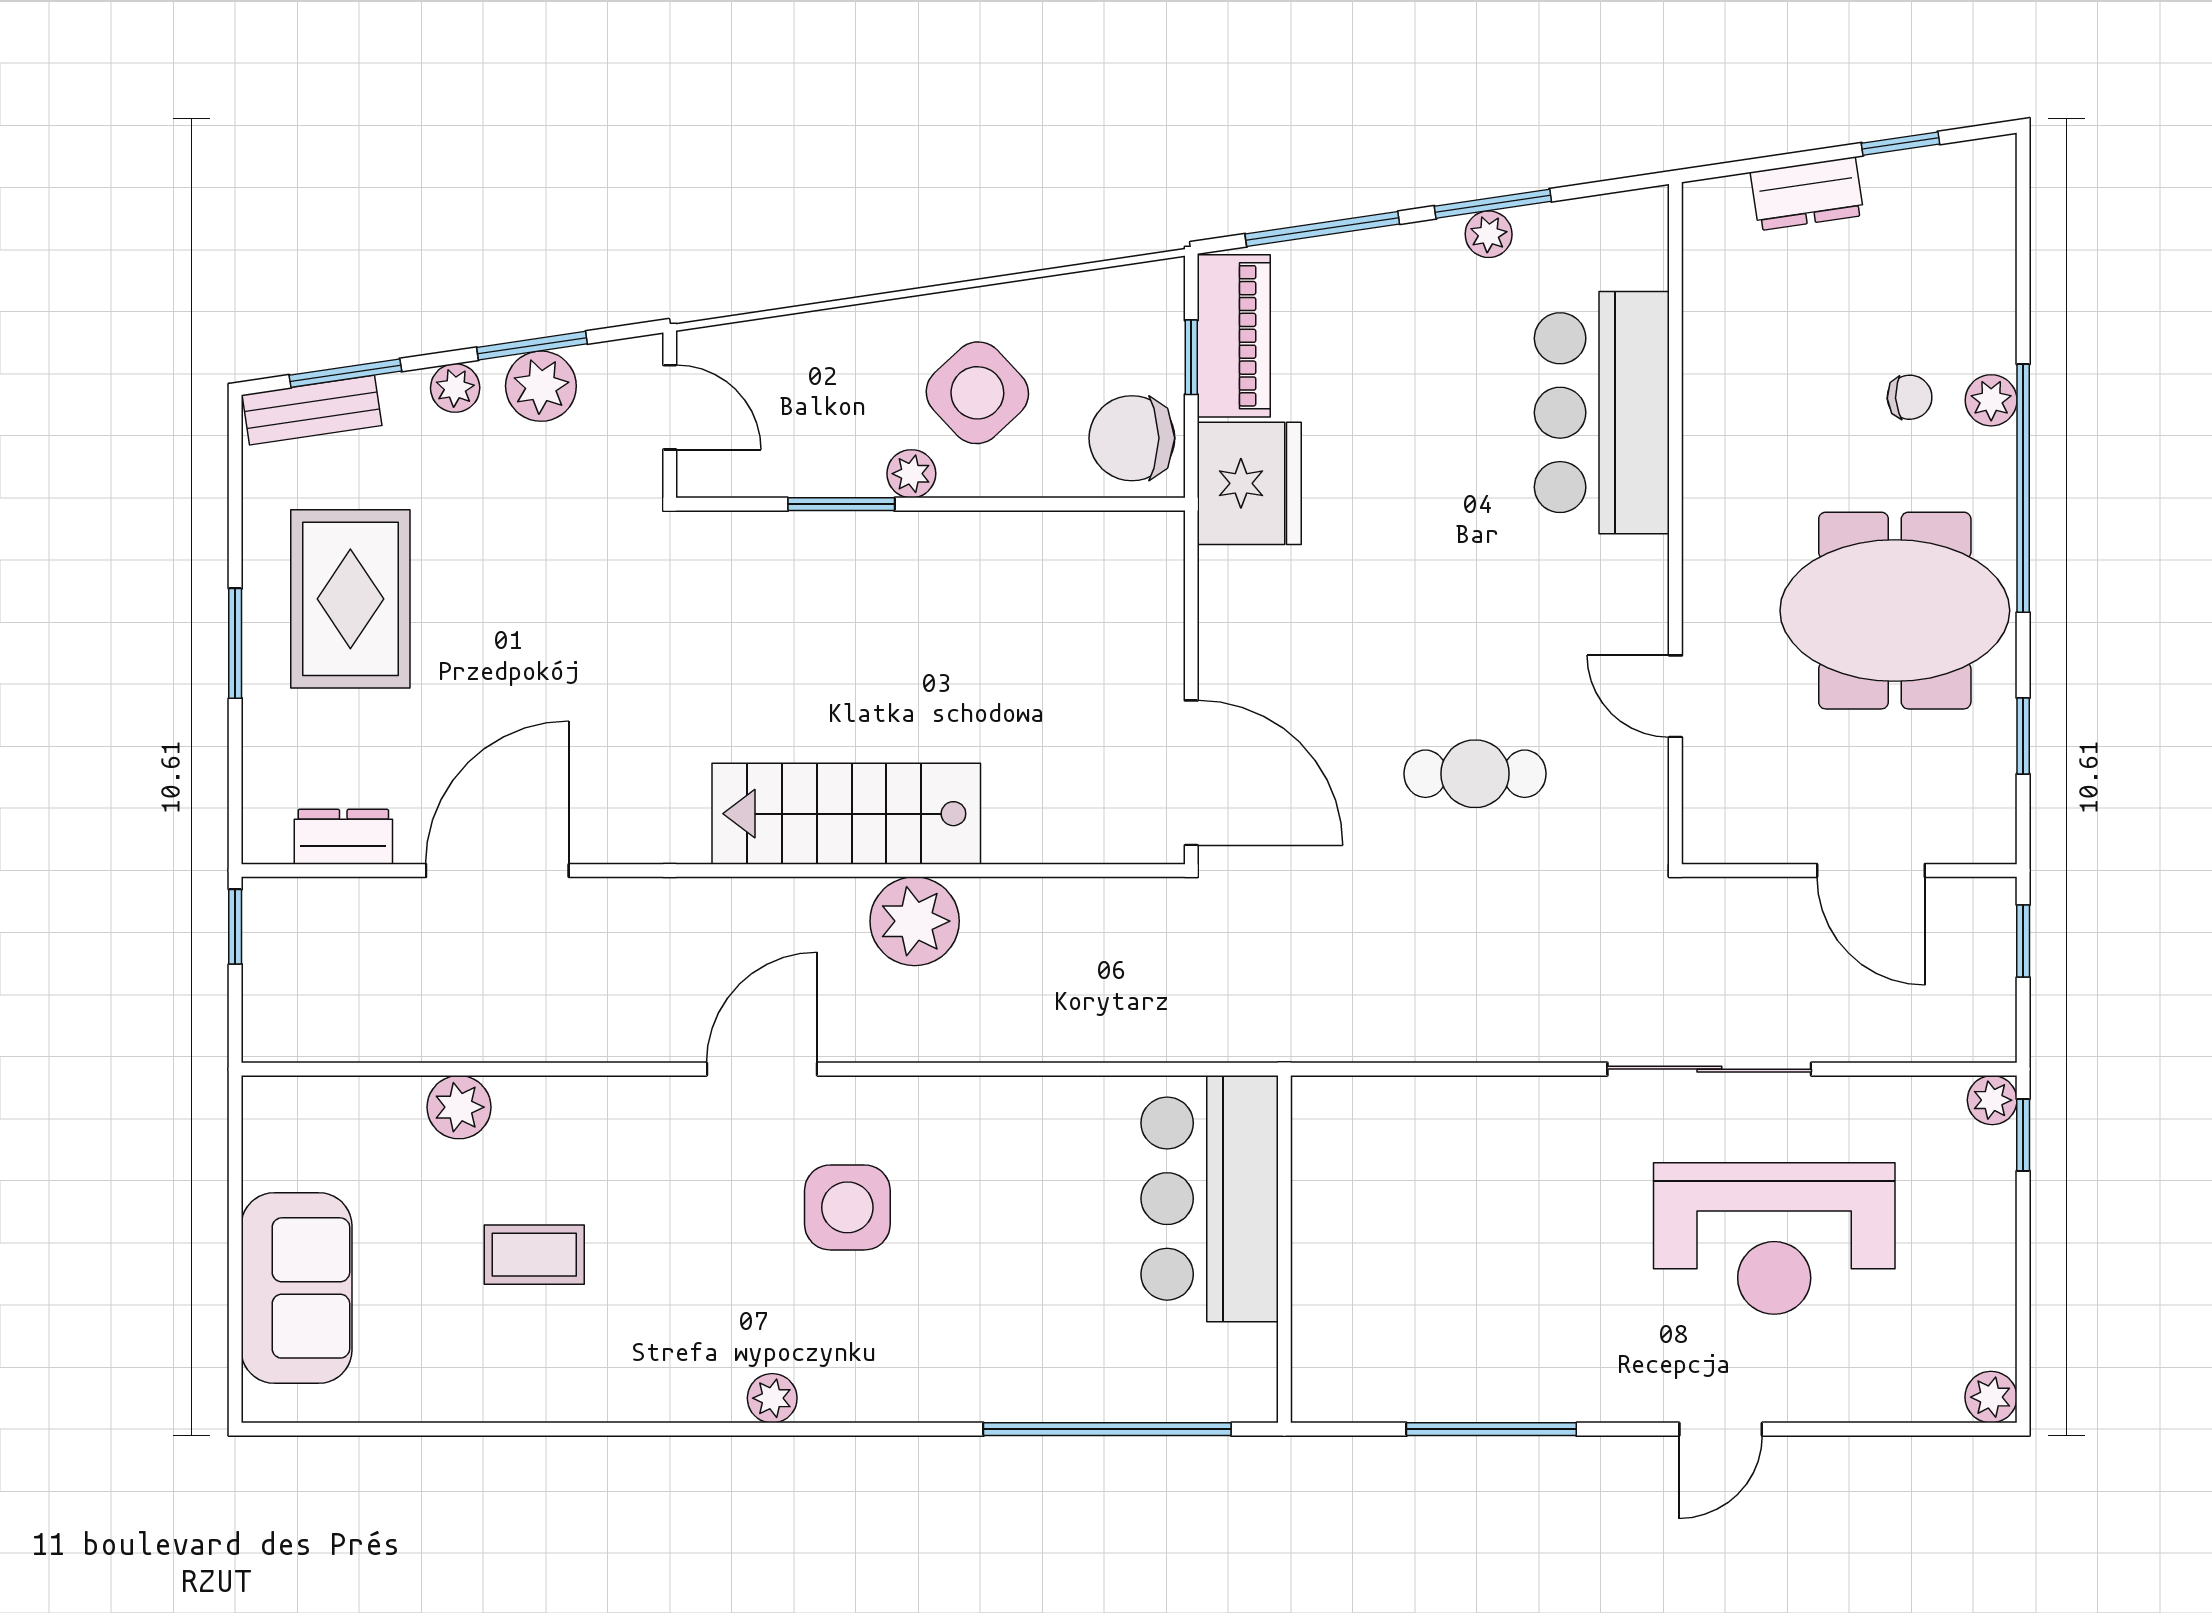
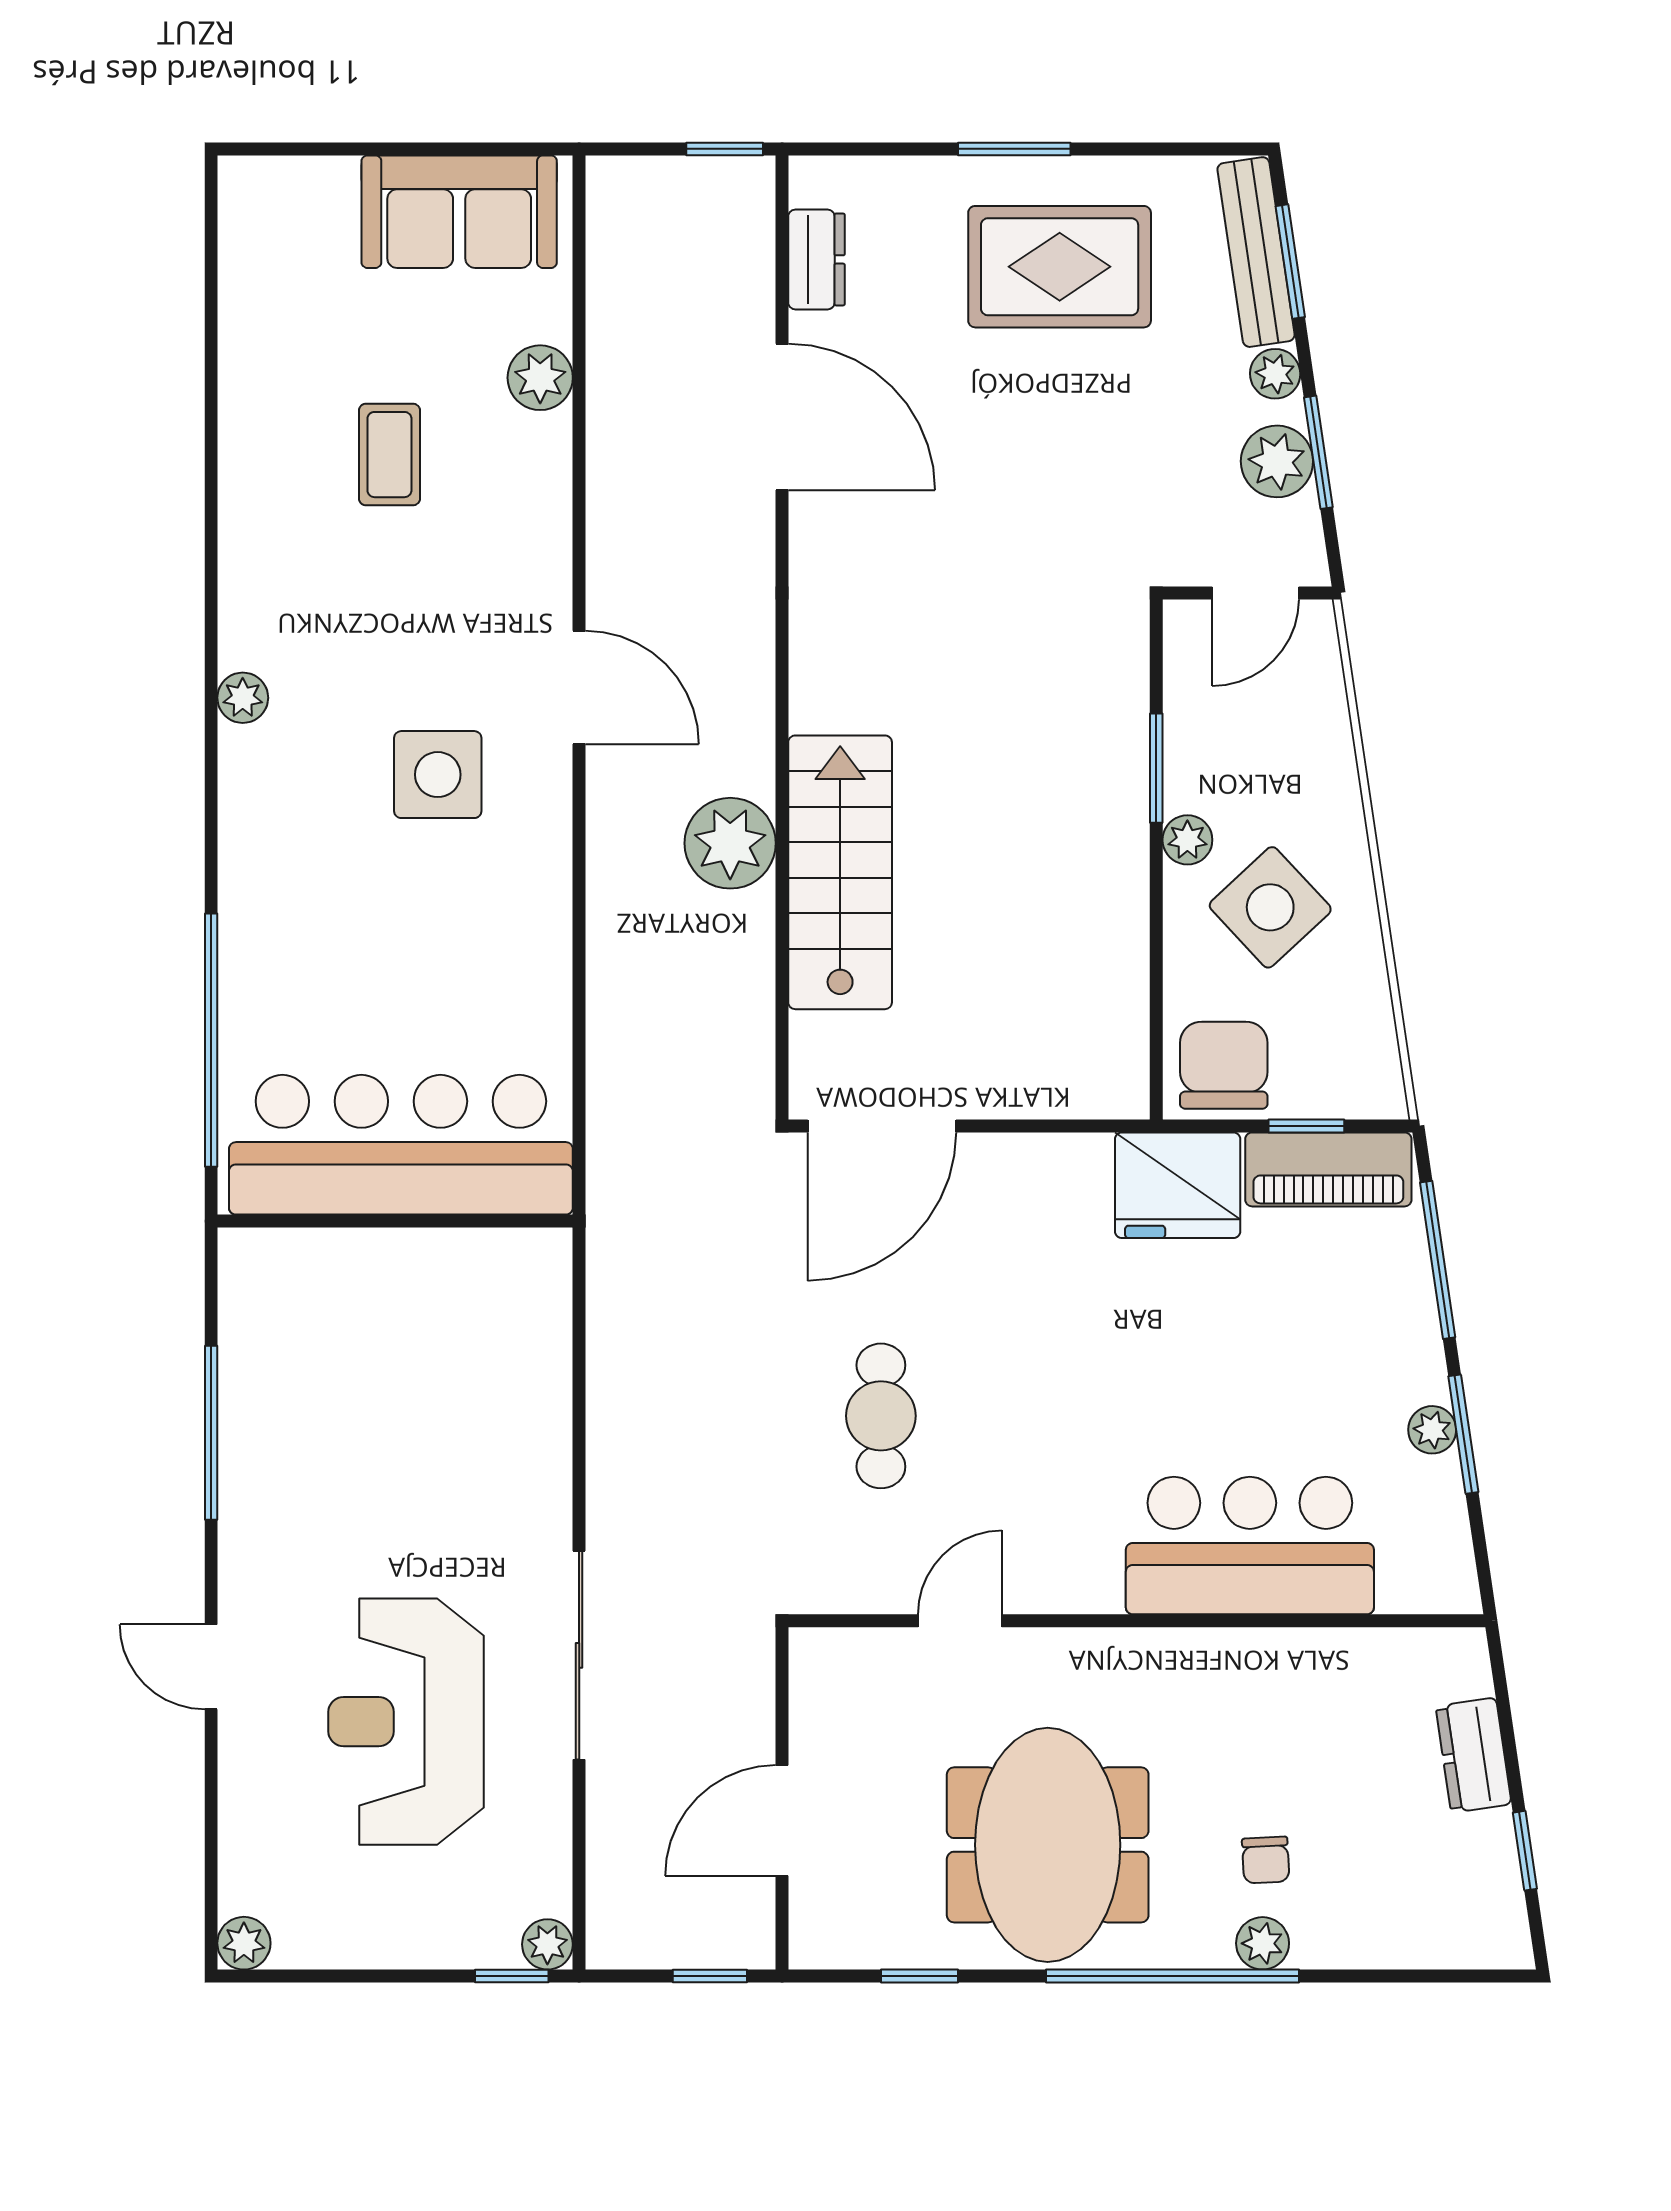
bench: (312, 410) -> (1256, 252), width x1.36
stairs: (846, 814) -> (840, 872), moved
bar counter: (1210, 1199) -> (401, 1145), width x1.36
sofa: (297, 1288) -> (459, 212), moved

